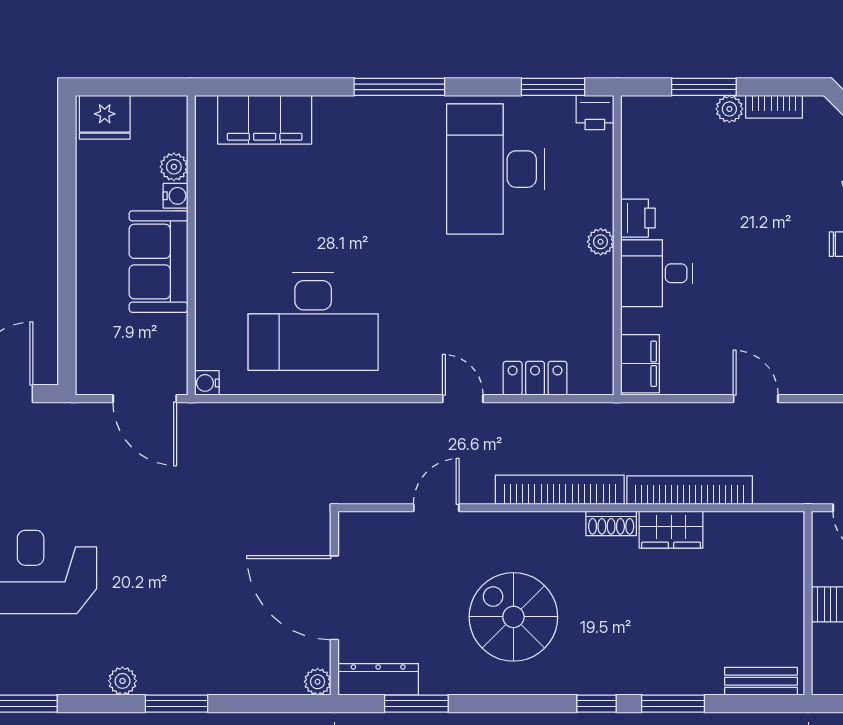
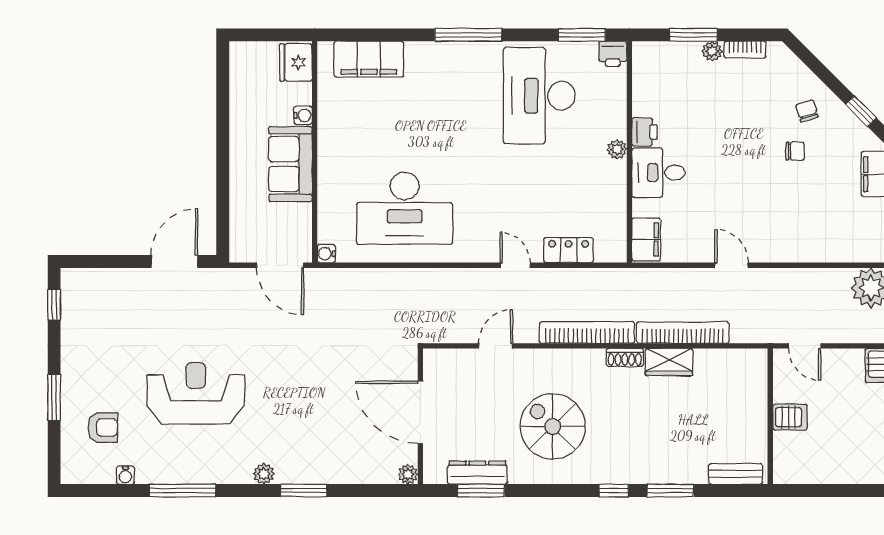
fridge: (105, 117) -> (296, 62), moved, turned 90
plant: (174, 167) -> (302, 94), removed
dresser: (378, 679) -> (477, 473), moved

